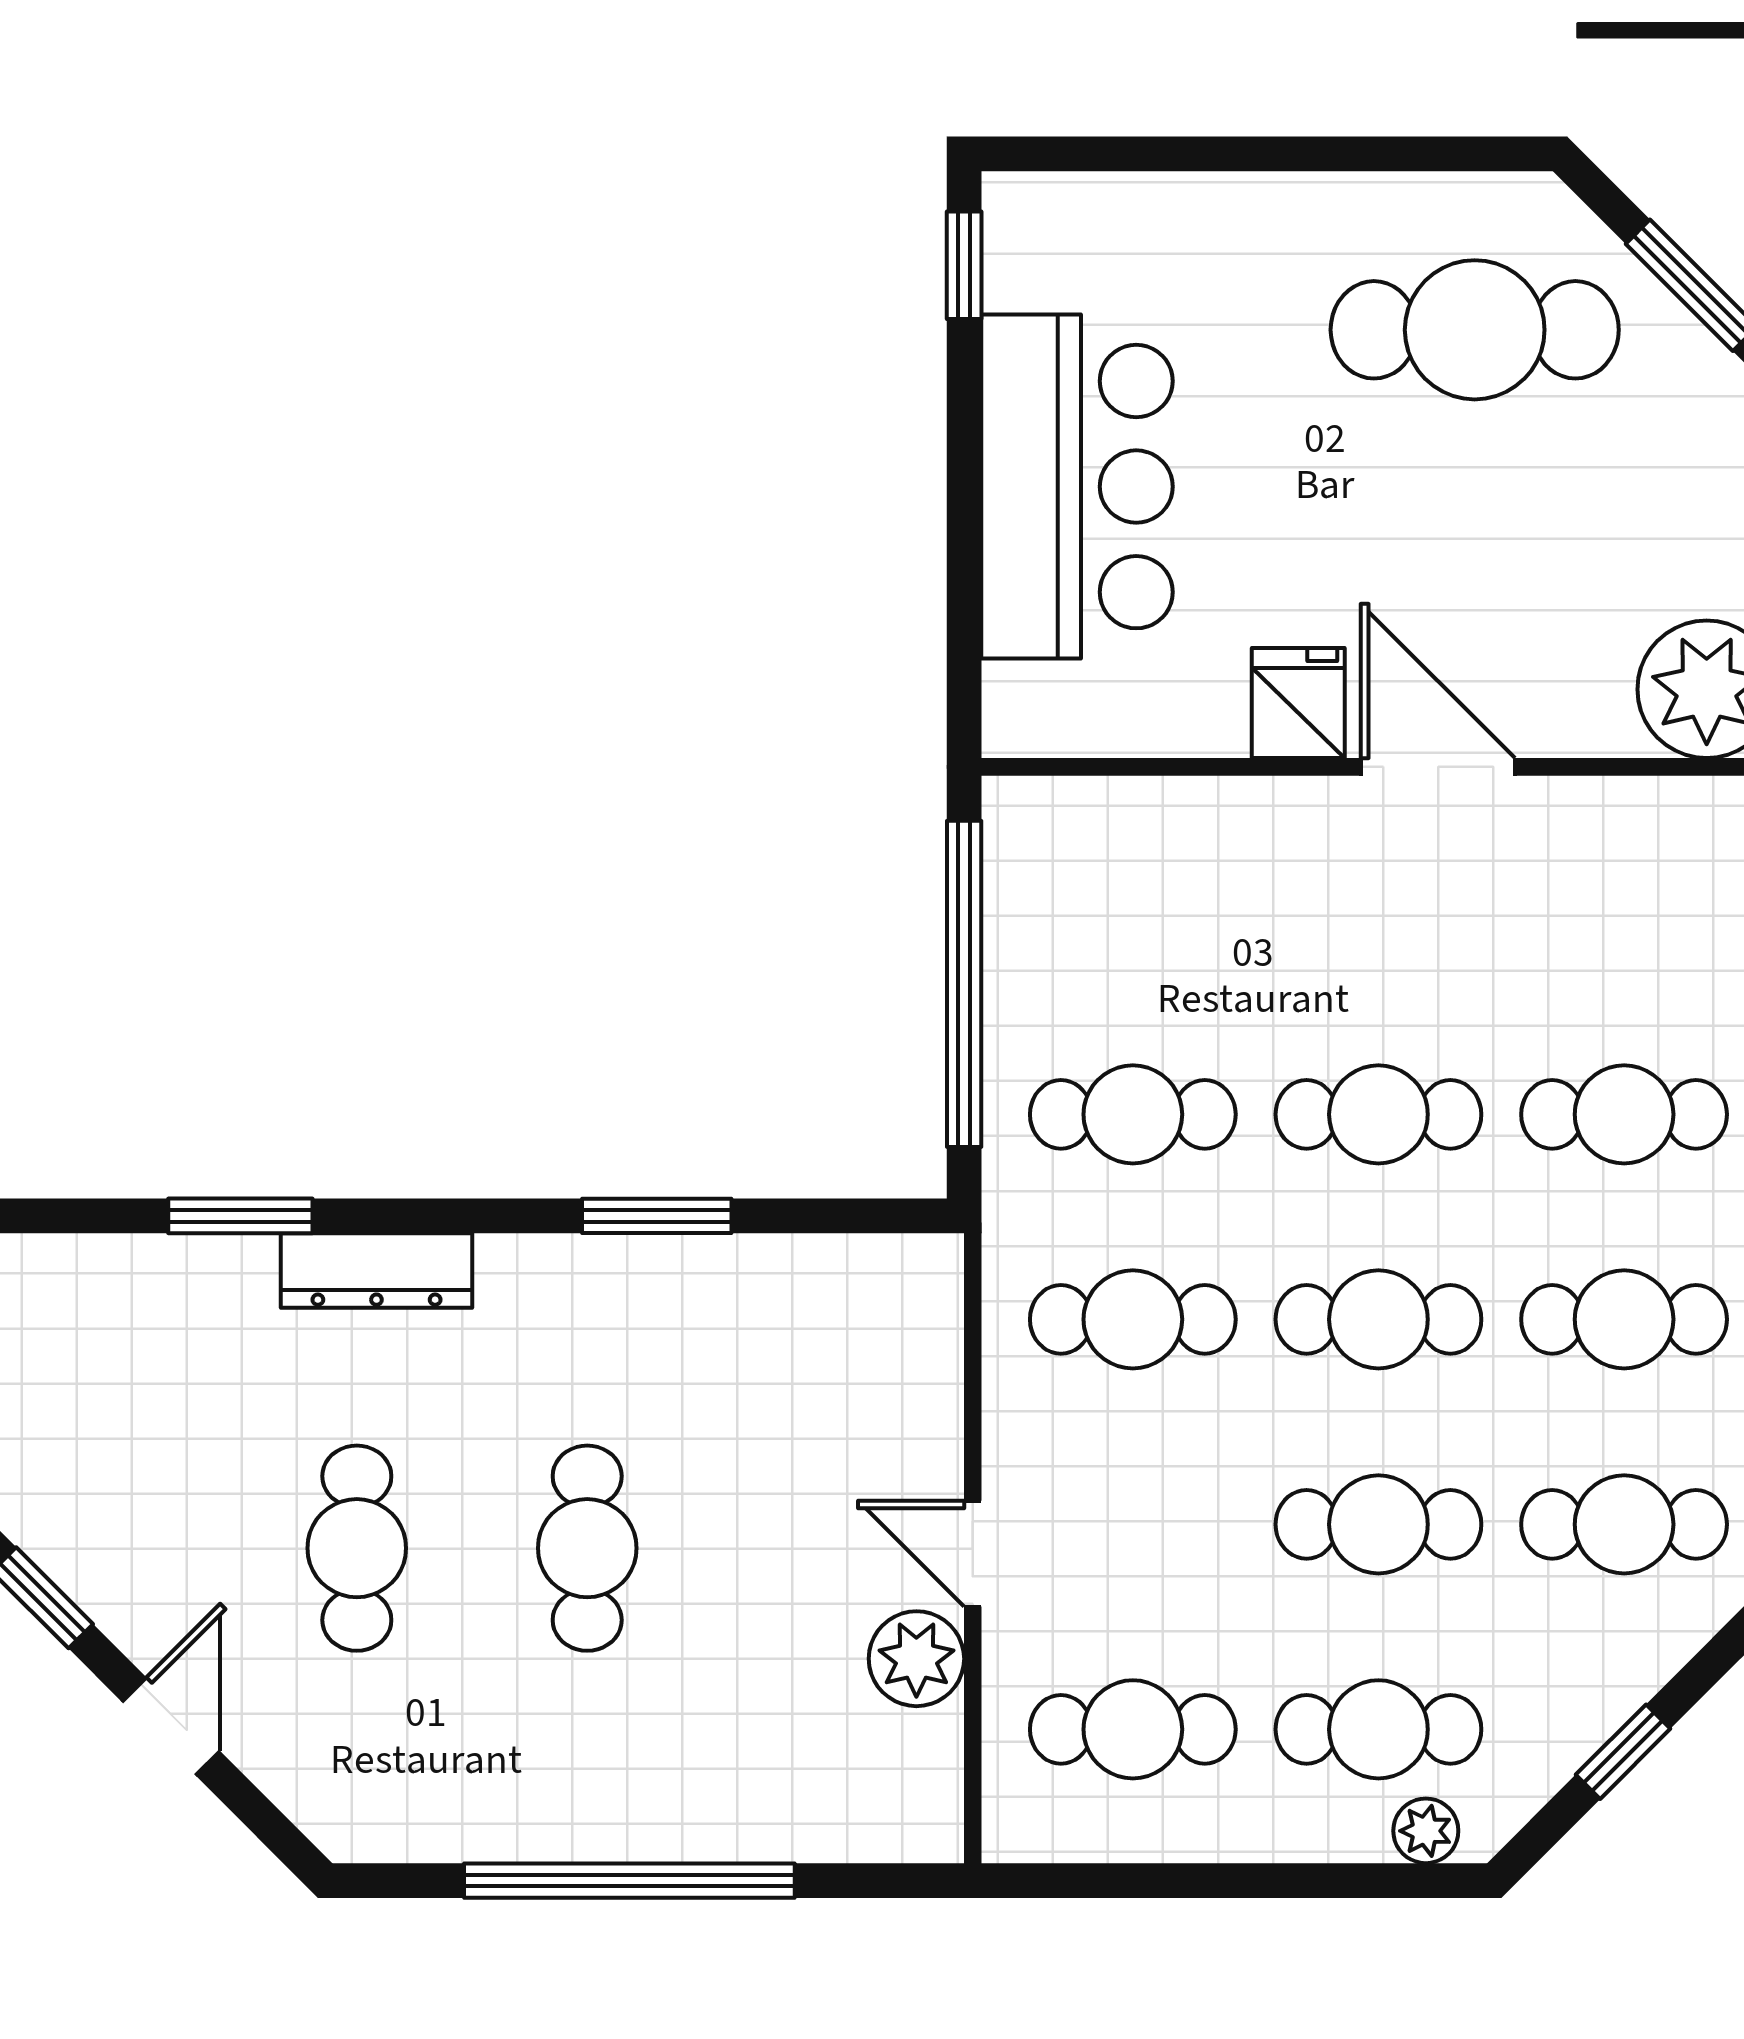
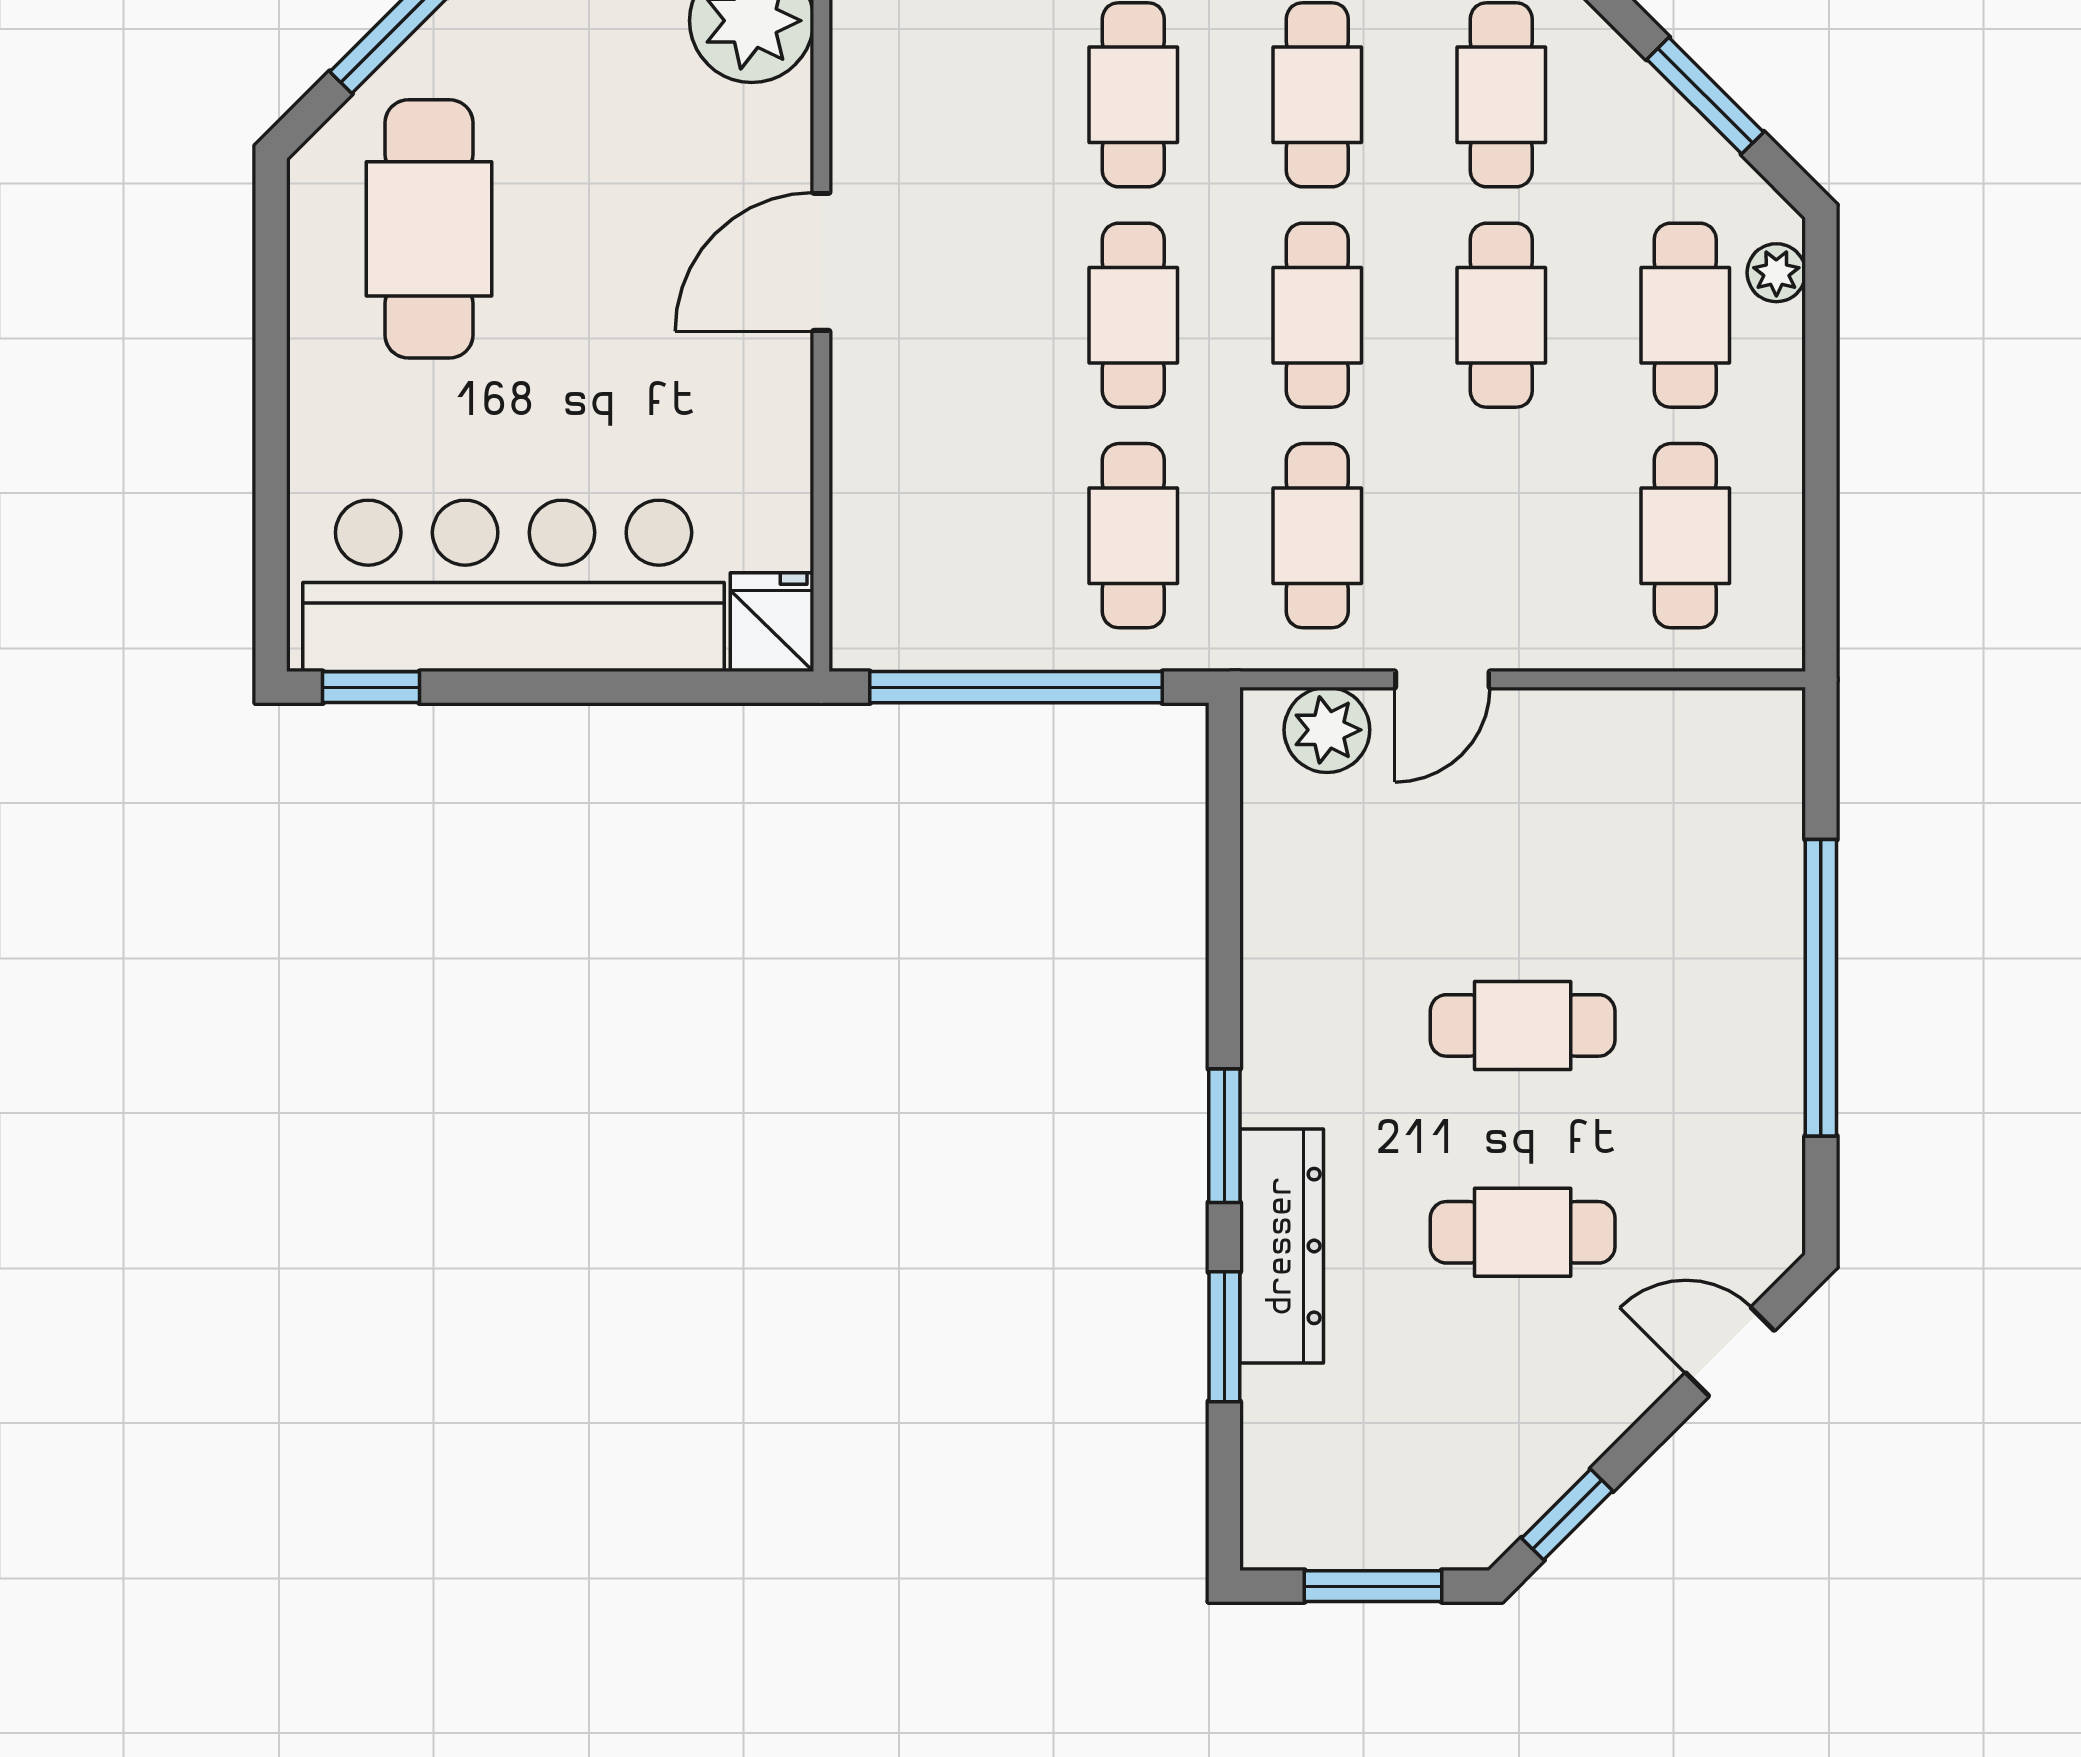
bar counter: (1077, 487) -> (514, 586), width x1.36
fridge: (1298, 703) -> (772, 622), moved, turned 90
window: (657, 1216) -> (1224, 1136), moved
dresser: (376, 1270) -> (1282, 1246), width x1.37, depth x1.24
door: (973, 1554) -> (1442, 679), moved
plant: (916, 1659) -> (1327, 730), moved
door: (171, 1726) -> (1730, 1352), moved
window: (1623, 1752) -> (1705, 96), width x1.50

